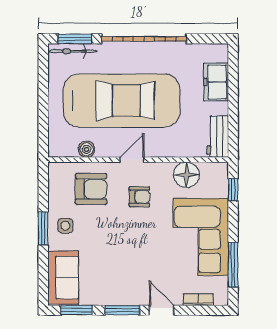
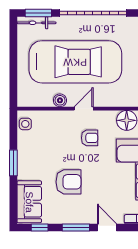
boiler: (87, 149) -> (60, 100), moved
armchair: (91, 189) -> (68, 182), moved
side table: (65, 226) -> (25, 124), moved
window: (76, 310) -> (40, 228), width x0.67

